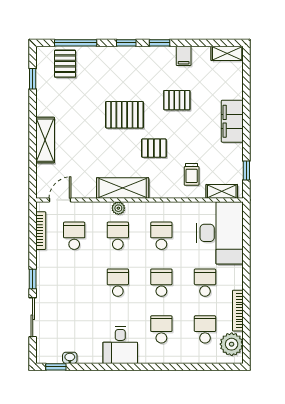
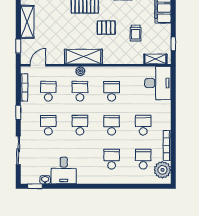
window: (33, 173) -> (18, 46), added
trolley: (192, 174) -> (136, 33), moved
desk: (220, 233) -> (158, 83), width x0.73, depth x0.77
window: (33, 279) -> (18, 113), moved
school desk: (74, 283) -> (48, 125), added
desk: (120, 345) -> (64, 170), moved

